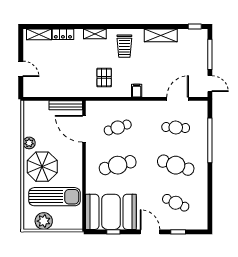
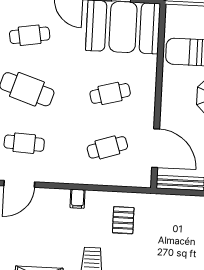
cafe table: (118, 165) -> (110, 93), width x0.73, depth x0.74
cafe table: (176, 203) -> (30, 35), turned -33

